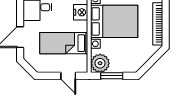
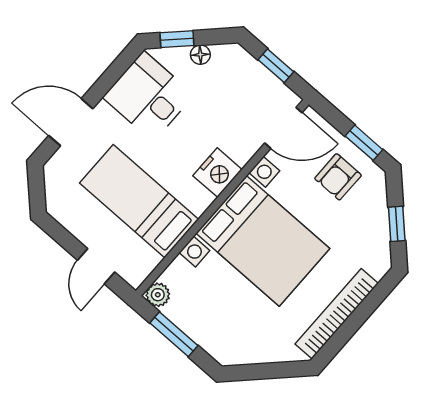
plant: (100, 63) -> (158, 295), width x0.53, depth x0.53

